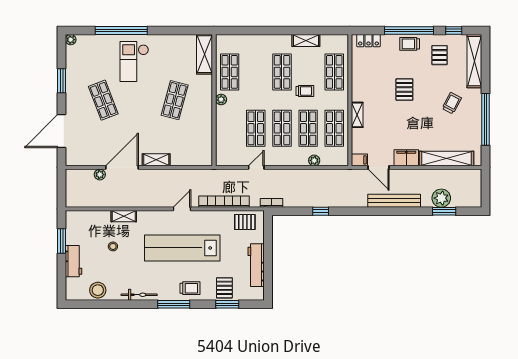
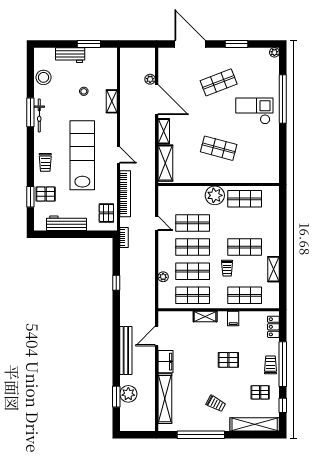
shelving: (205, 54) -> (165, 163), moved, turned 90
plant: (221, 99) -> (215, 195), width x1.88, depth x1.88
filing cabinet: (359, 160) -> (233, 318), moved
window: (174, 304) -> (30, 112), moved

